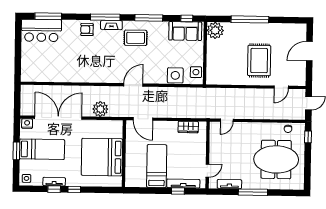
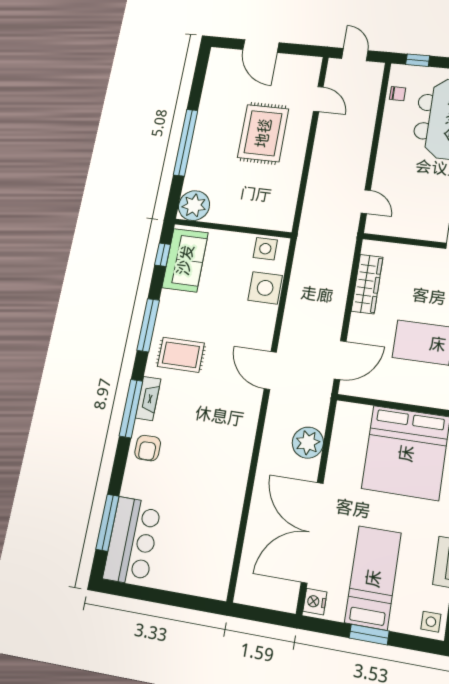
rug: (136, 38) -> (181, 355), turned 90
rug: (259, 61) -> (263, 133), turned 90
wardrobe: (188, 127) -> (367, 284), width x1.50

